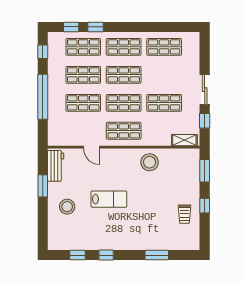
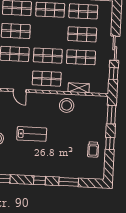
shop shelf: (124, 75) -> (82, 34), moved
shelving: (184, 140) -> (79, 88), moved
window: (106, 255) -> (40, 180), moved

